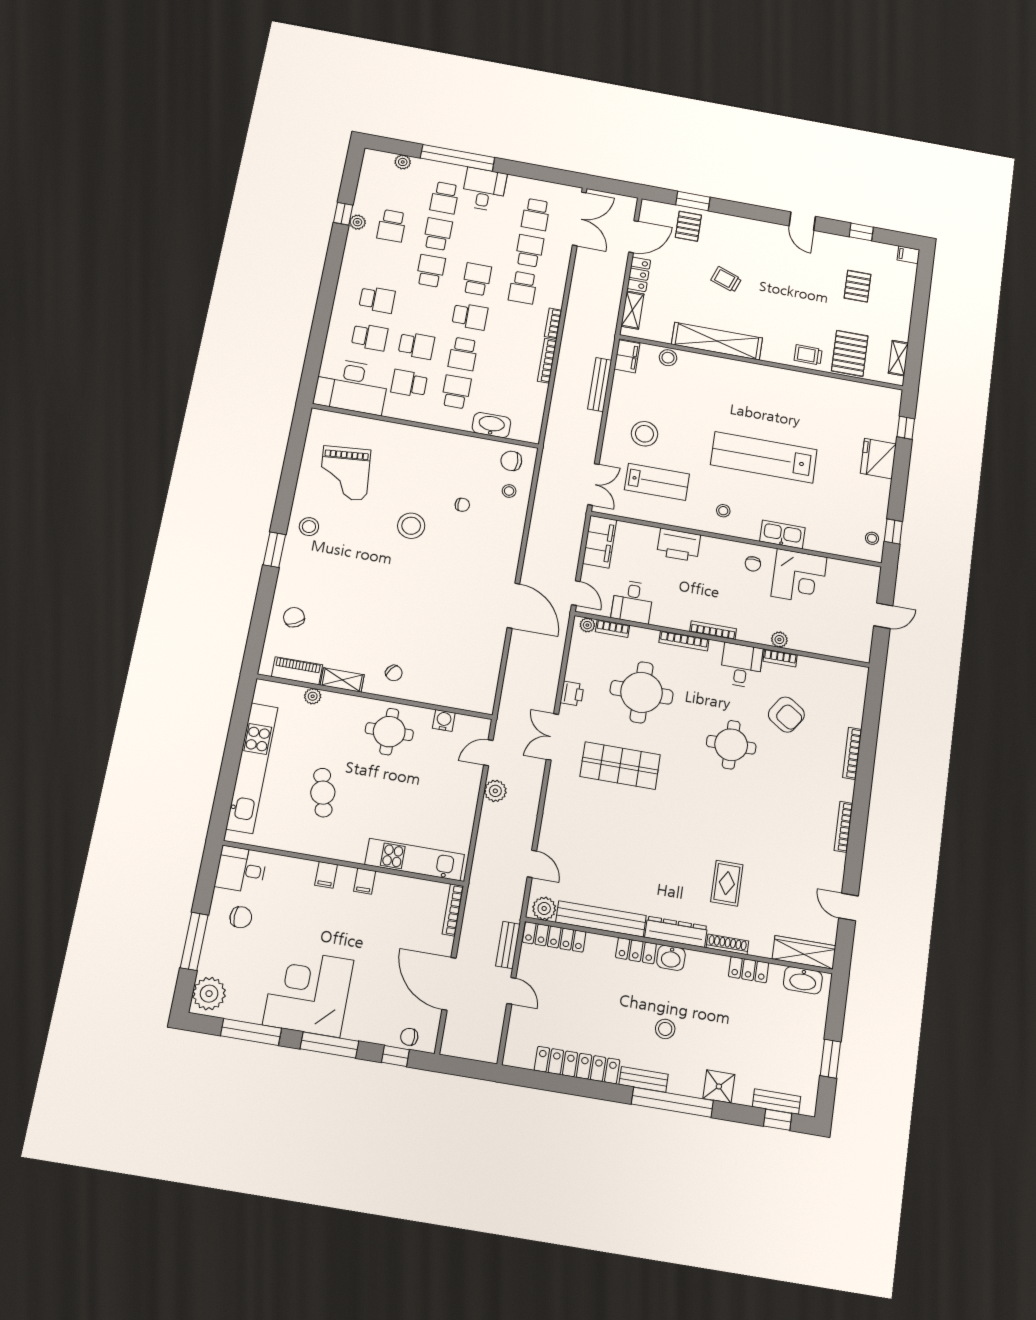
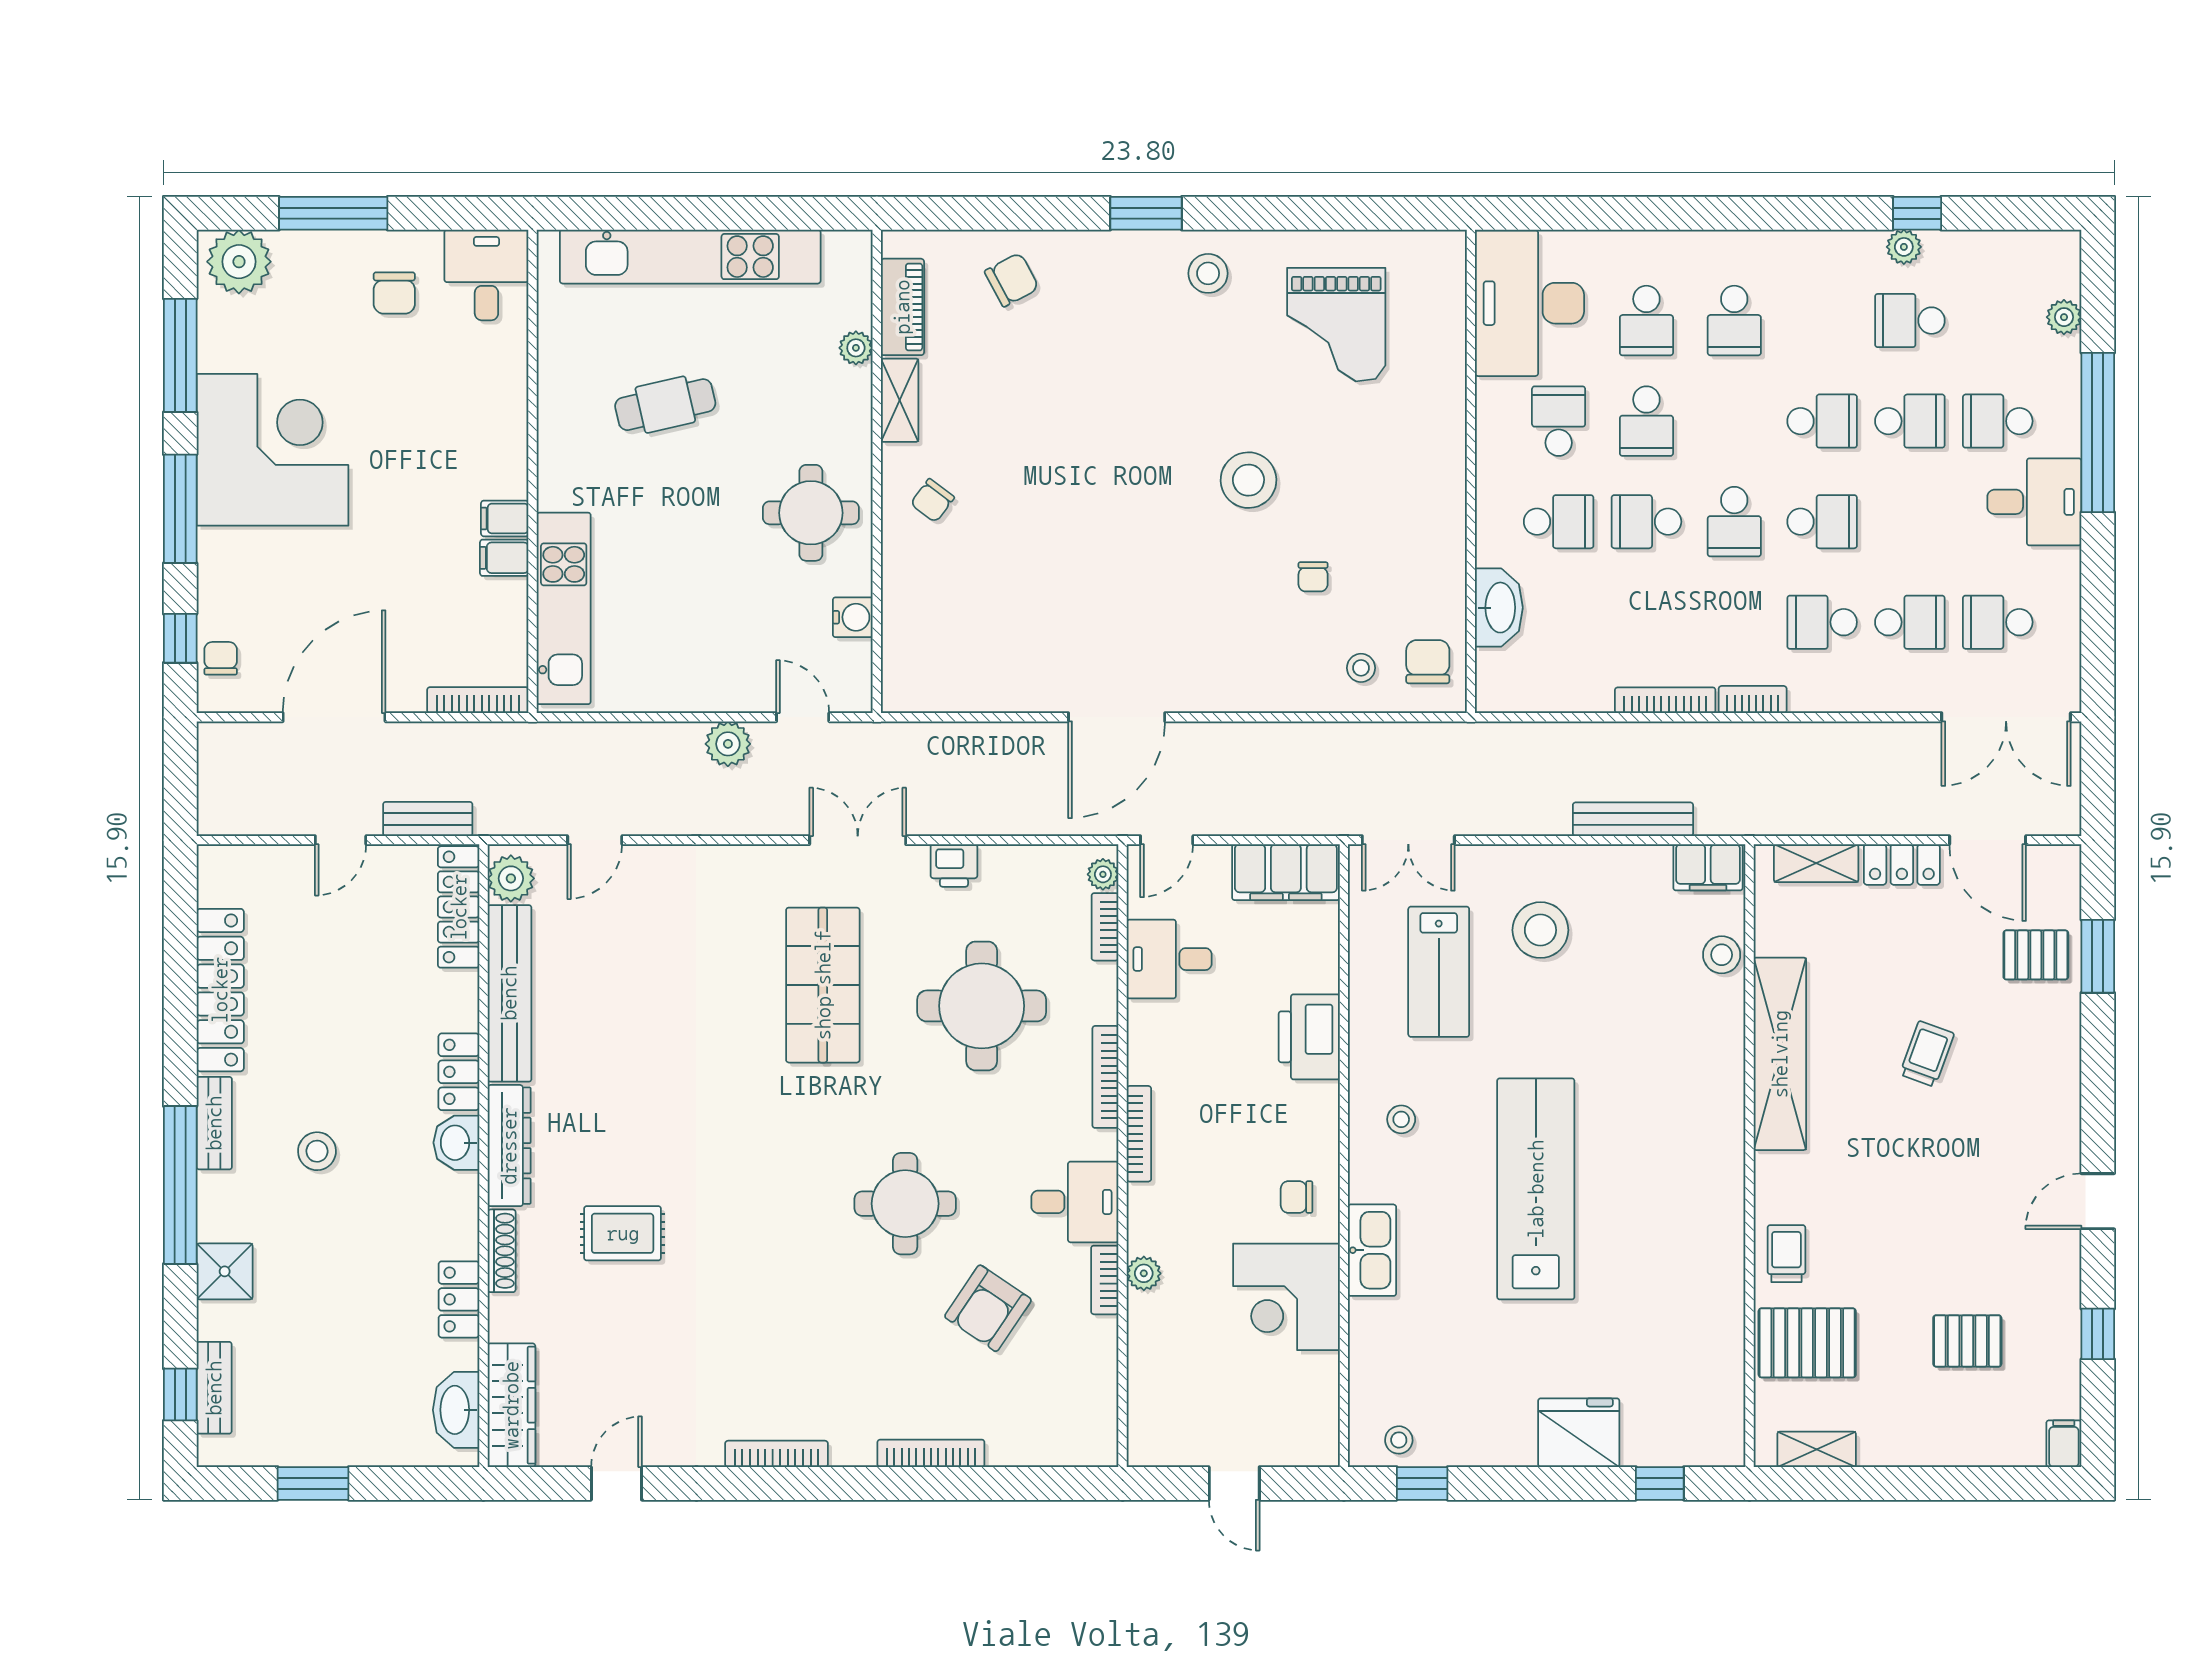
grand piano: (345, 473) -> (1336, 325), turned -85
filing cabinet: (326, 875) -> (504, 558), moved

